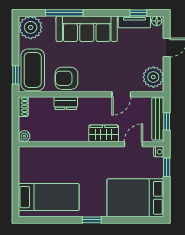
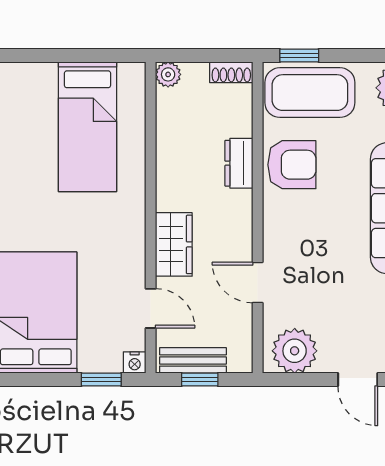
armchair: (66, 78) -> (292, 165), turned 90
bench: (158, 119) -> (193, 360), width x0.73
bed: (49, 197) -> (87, 127), moved

